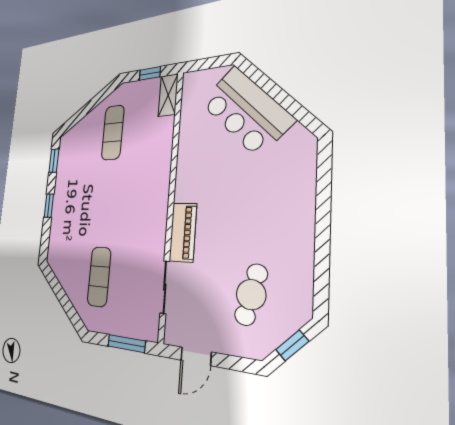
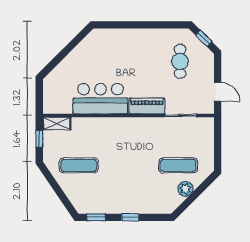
bar counter: (246, 111) -> (100, 99), moved, turned -135
plant: (71, 285) -> (185, 189), added
cafe table: (251, 295) -> (180, 61), turned 76
window: (126, 344) -> (218, 140), removed

